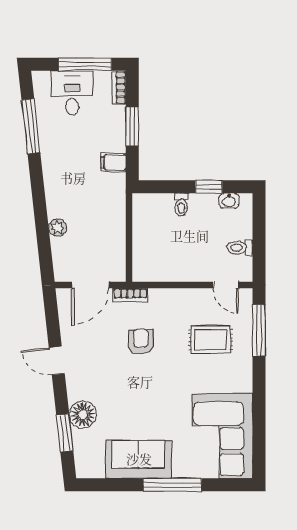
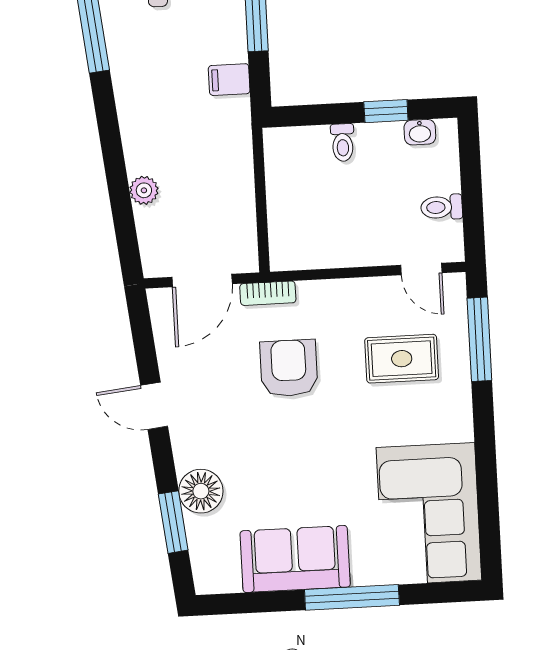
armchair: (141, 342) -> (289, 368), width x1.38, depth x1.38

